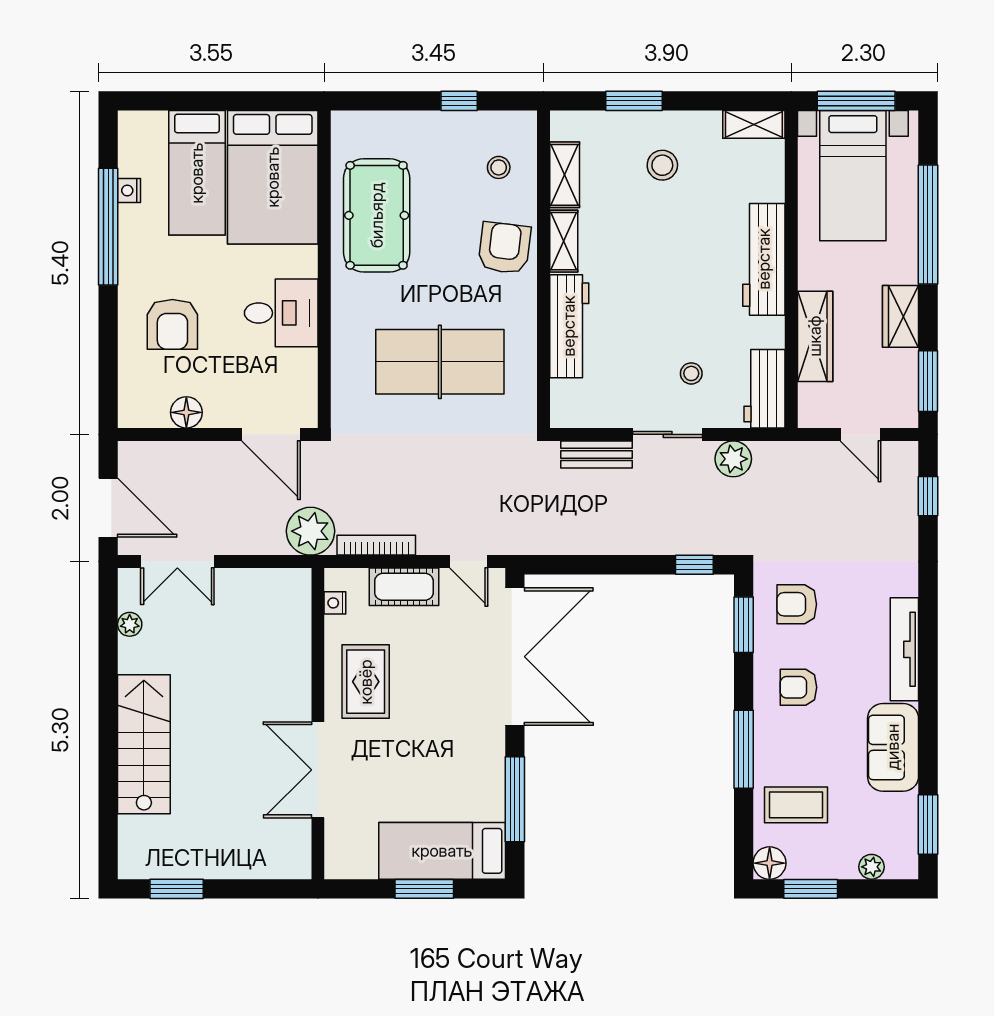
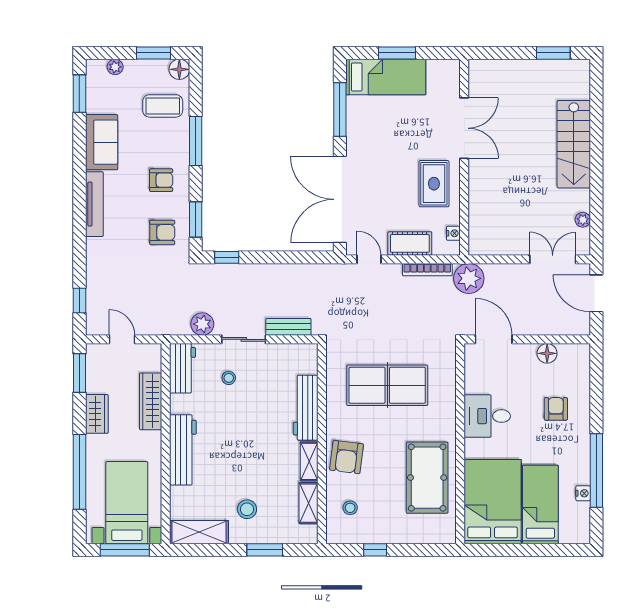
shelving: (754, 124) -> (199, 532), width x1.50, depth x1.33
armchair: (172, 324) -> (556, 409), width x0.72, depth x0.72

